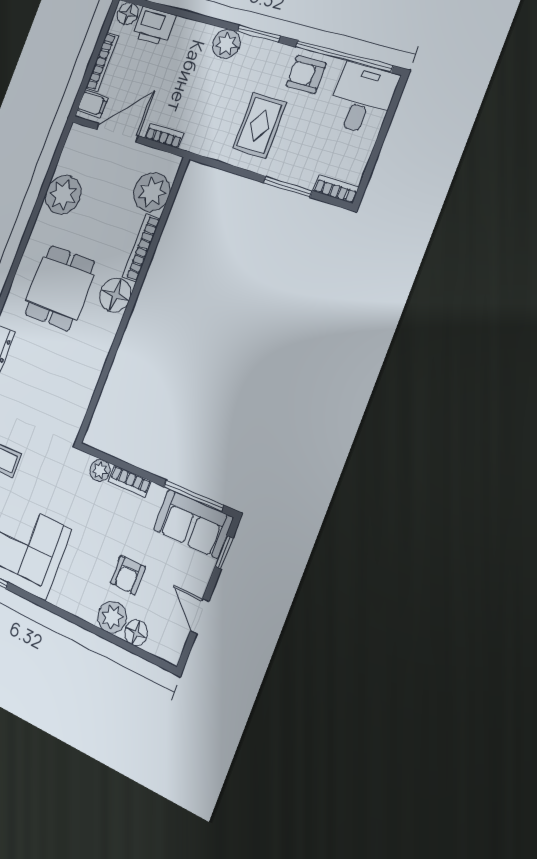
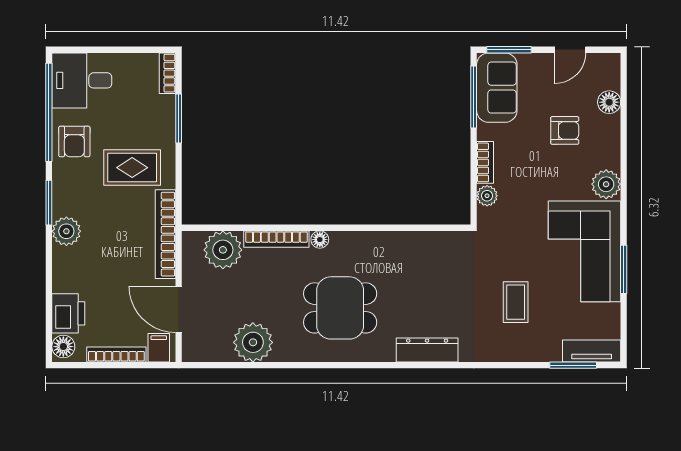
bookcase: (164, 136) -> (165, 234), width x2.31, depth x1.31
floor lamp: (115, 295) -> (320, 240), width x0.53, depth x0.53
window: (224, 552) -> (509, 50), width x1.50
plant: (112, 617) -> (606, 184), moved

